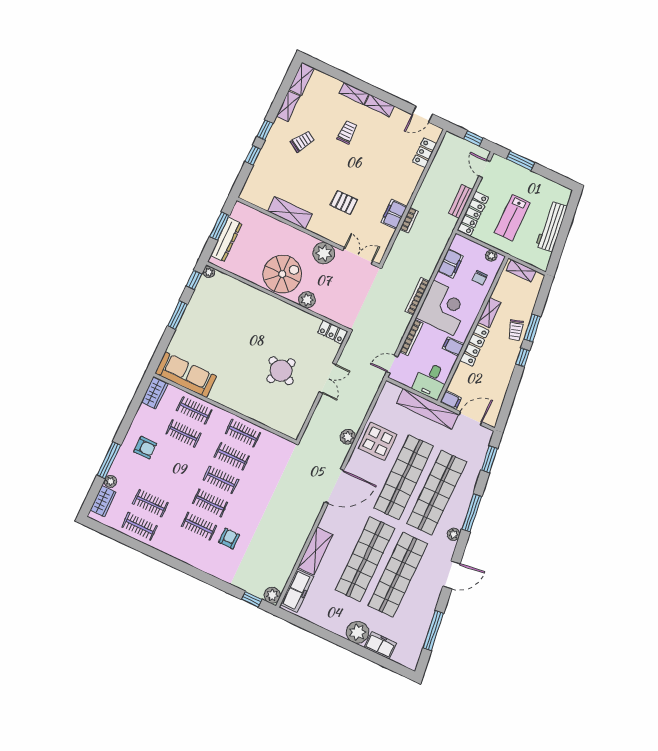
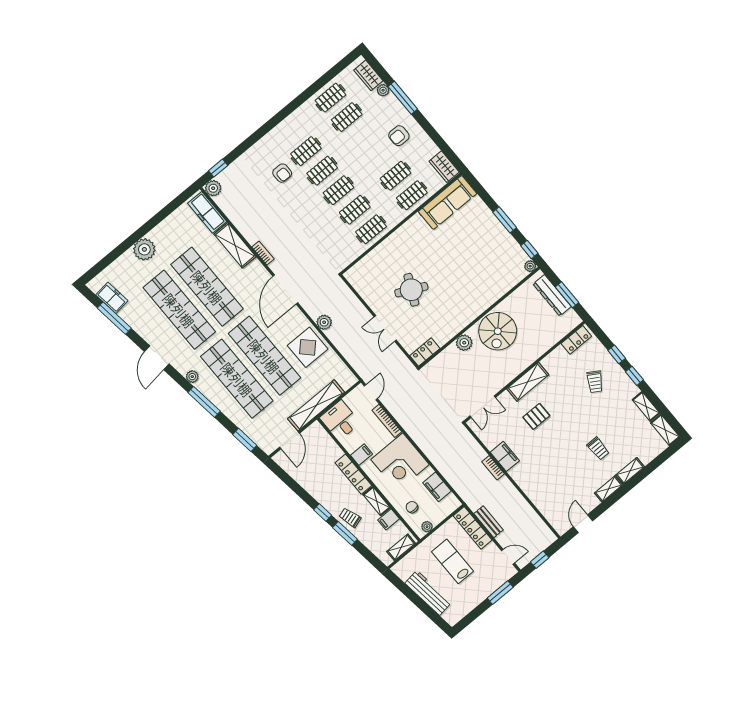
trolley: (302, 141) -> (595, 382), moved
locker: (425, 153) -> (576, 340), moved, turned 90
shelving: (290, 213) -> (528, 382), moved
plant: (324, 253) -> (499, 377), removed
bookcase: (417, 296) -> (263, 253), moved, width x0.64
filing cabinet: (451, 400) -> (389, 519), moved
freezer: (380, 645) -> (112, 298), moved, turned -97

